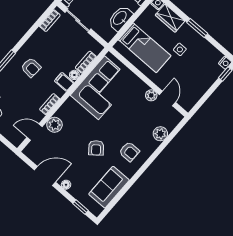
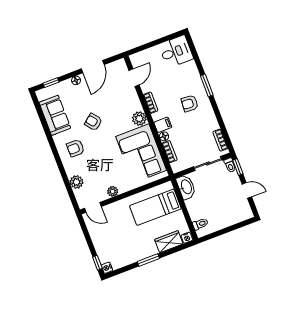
washbasin: (120, 18) -> (186, 187), moved
side table: (180, 49) -> (138, 236), removed
door: (168, 99) -> (93, 207), moved
plant: (54, 125) -> (139, 119), moved

